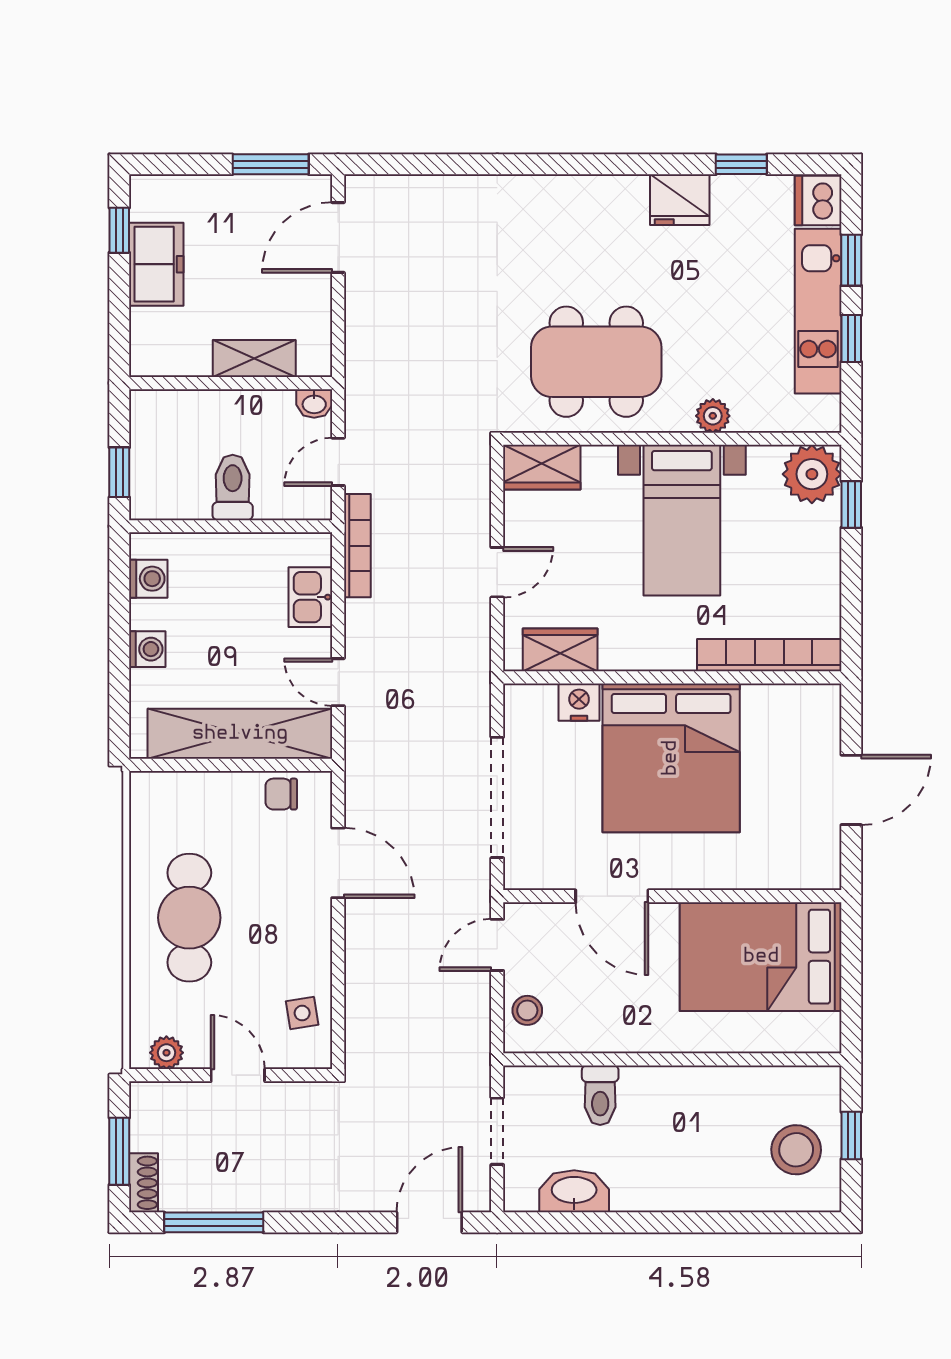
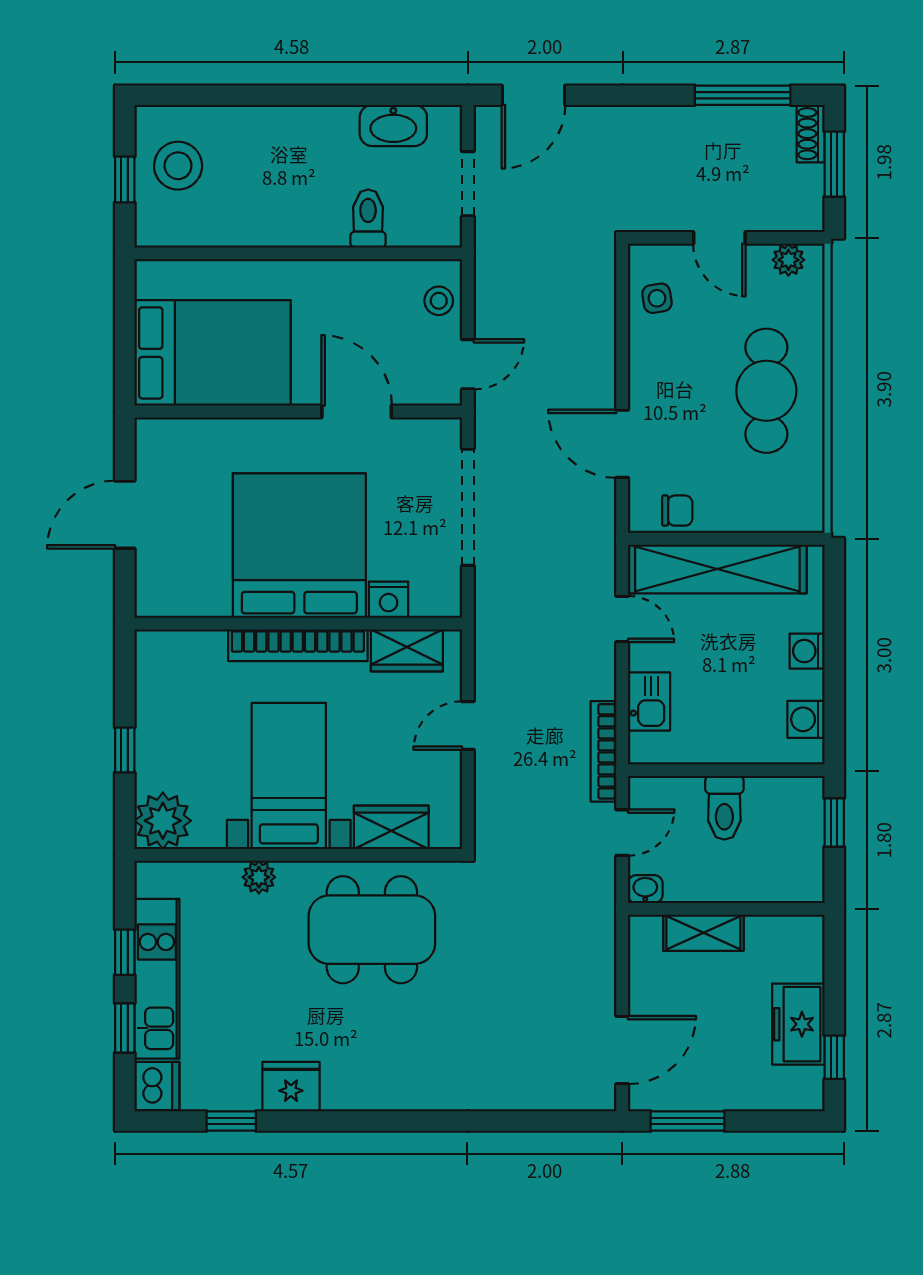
wardrobe: (542, 467) -> (391, 827), moved
window: (851, 504) -> (125, 750), moved
bookcase: (769, 655) -> (298, 645), moved

